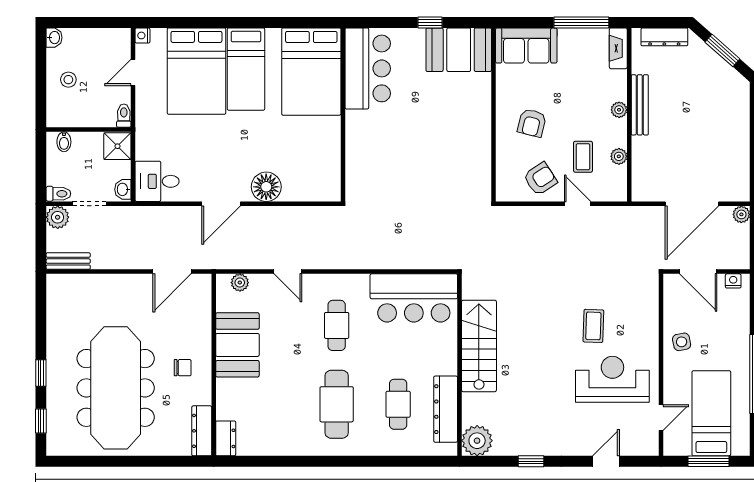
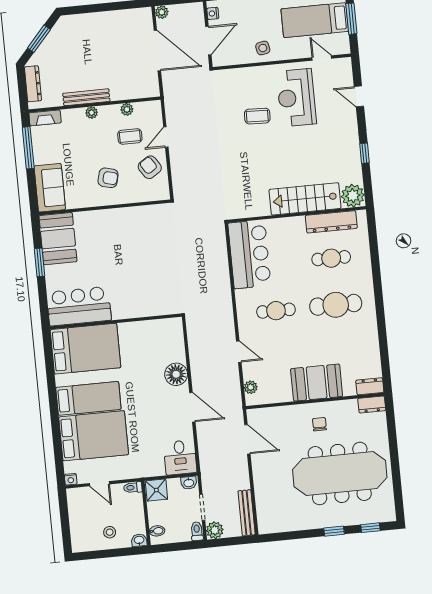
window: (430, 22) -> (39, 262), width x1.50
washbasin: (54, 38) -> (139, 540), moved
bench: (68, 261) -> (247, 513), width x1.36
door: (288, 272) -> (239, 352), hinge flipped
booth: (237, 345) -> (317, 383), moved
stairs: (479, 346) -> (305, 199), moved
dresser: (202, 431) -> (372, 404), width x0.70

